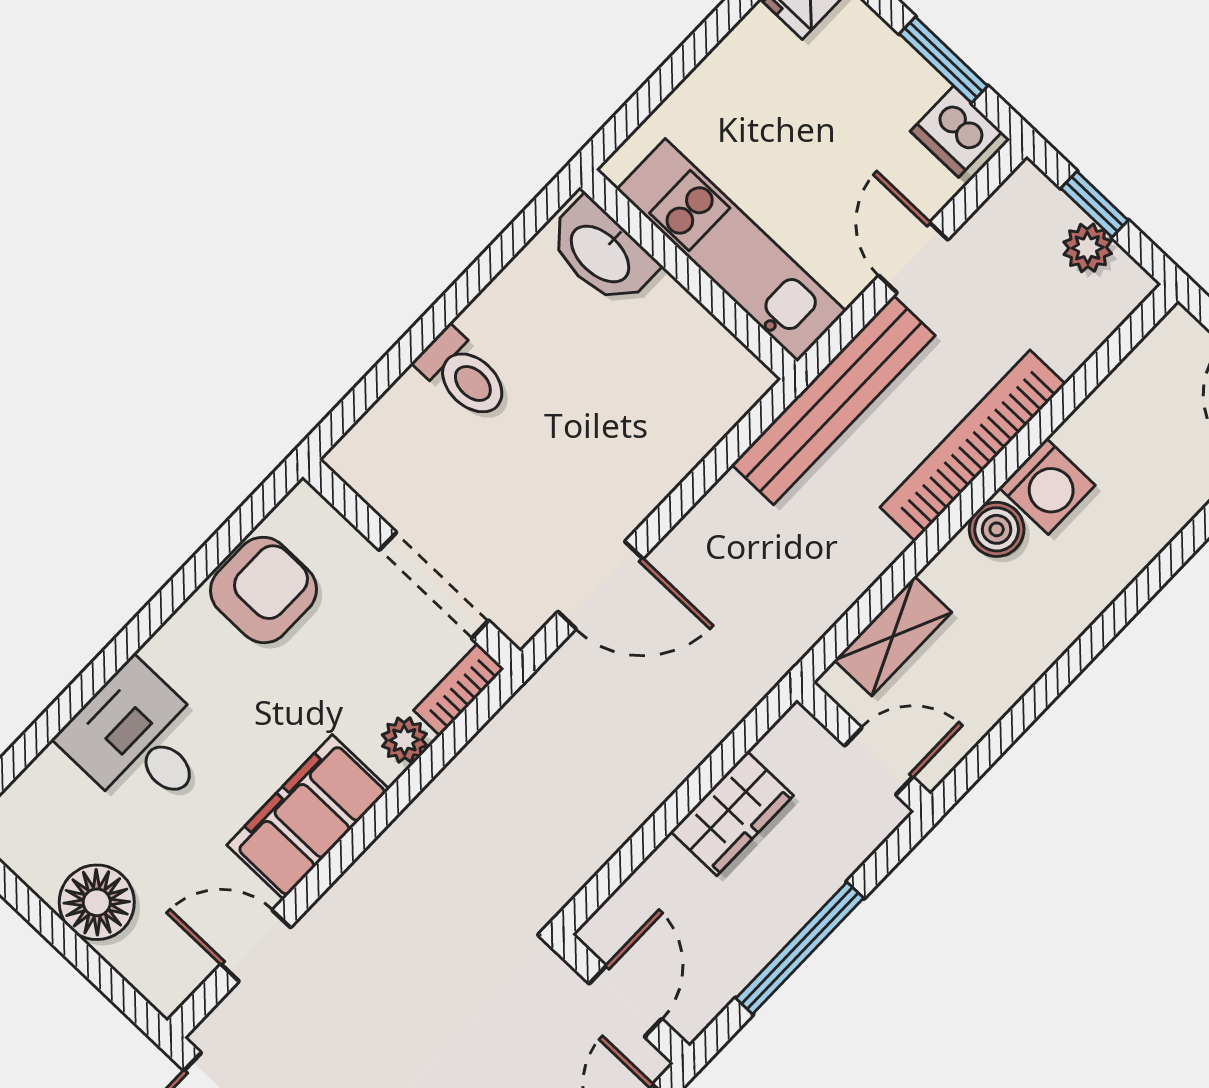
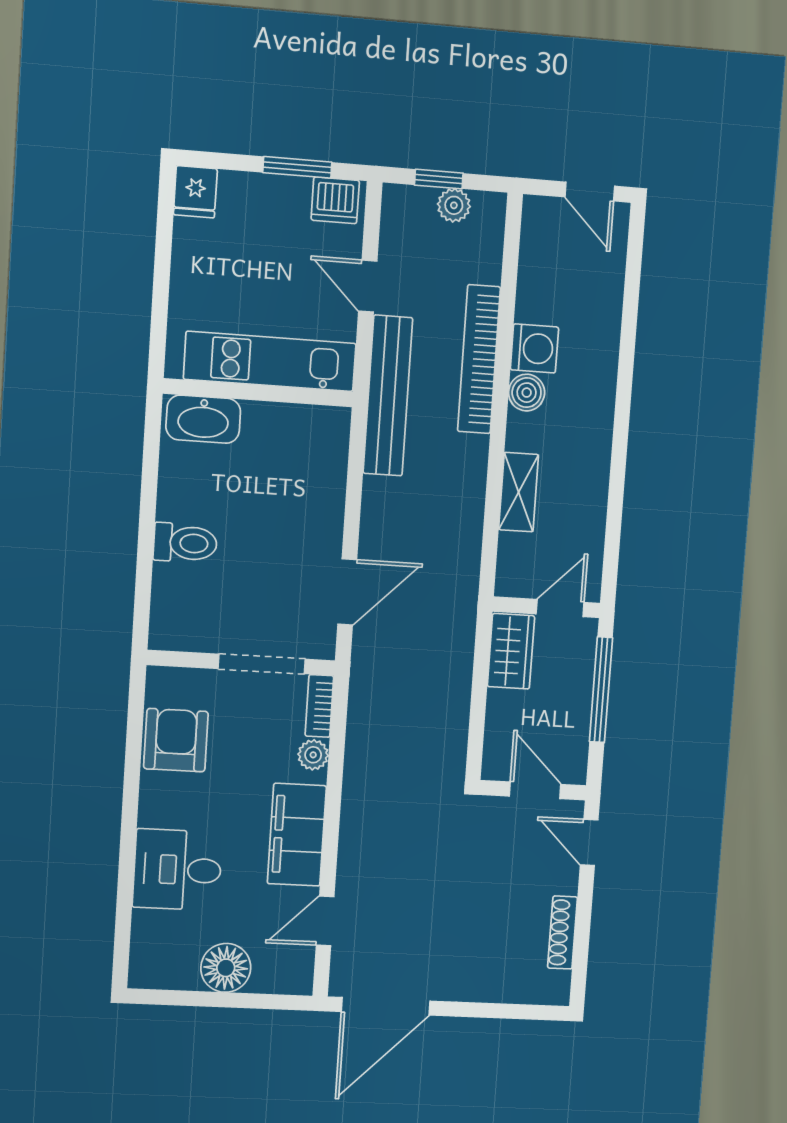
wall: (864, 747) -> (546, 607), moved
door: (879, 761) -> (560, 608), moved

